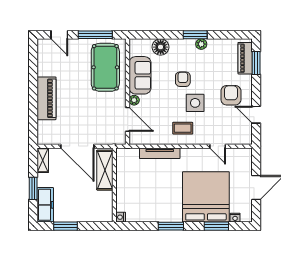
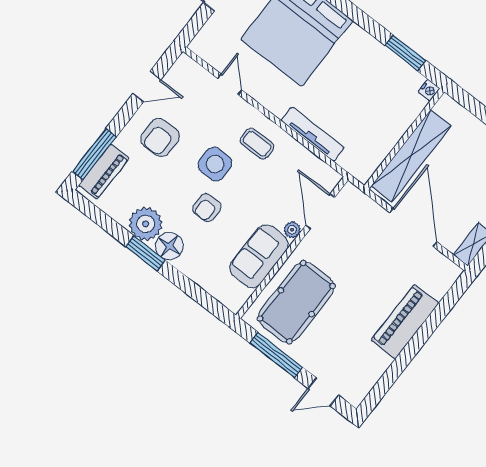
door: (59, 35) -> (323, 392), swing flipped
plant: (201, 44) -> (146, 224), width x1.88, depth x1.88
floor lamp: (161, 47) -> (169, 246), moved
window: (256, 63) -> (94, 154), width x1.44
door: (256, 115) -> (147, 87), hinge flipped
shelving: (105, 170) -> (411, 156), width x1.47
window: (171, 226) -> (405, 53), moved

